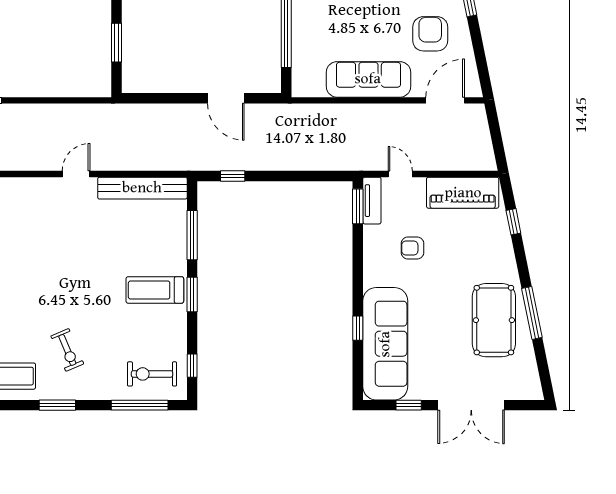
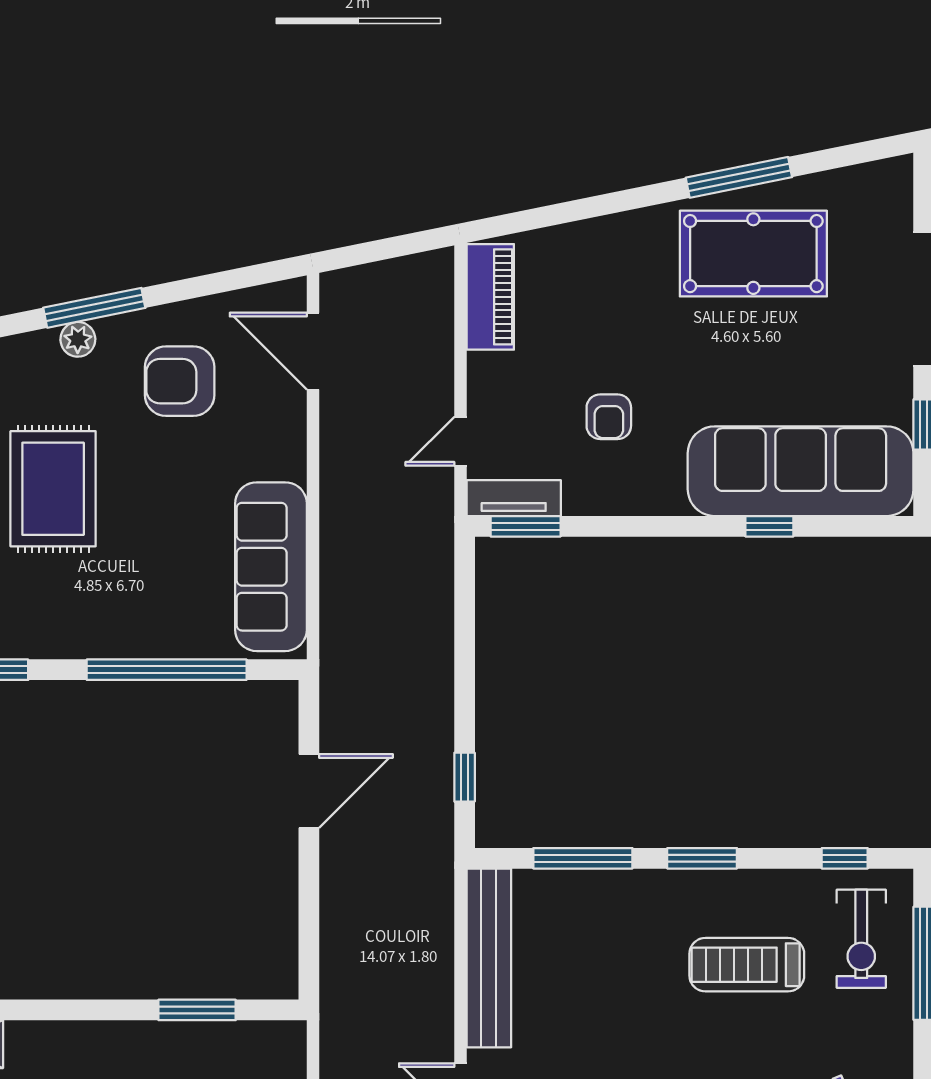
sofa: (368, 79) -> (271, 567), moved
piano: (463, 193) -> (490, 297), width x0.73, depth x0.75
window: (513, 222) -> (556, 214), removed
treadmill: (155, 290) -> (747, 965), moved, turned 90

